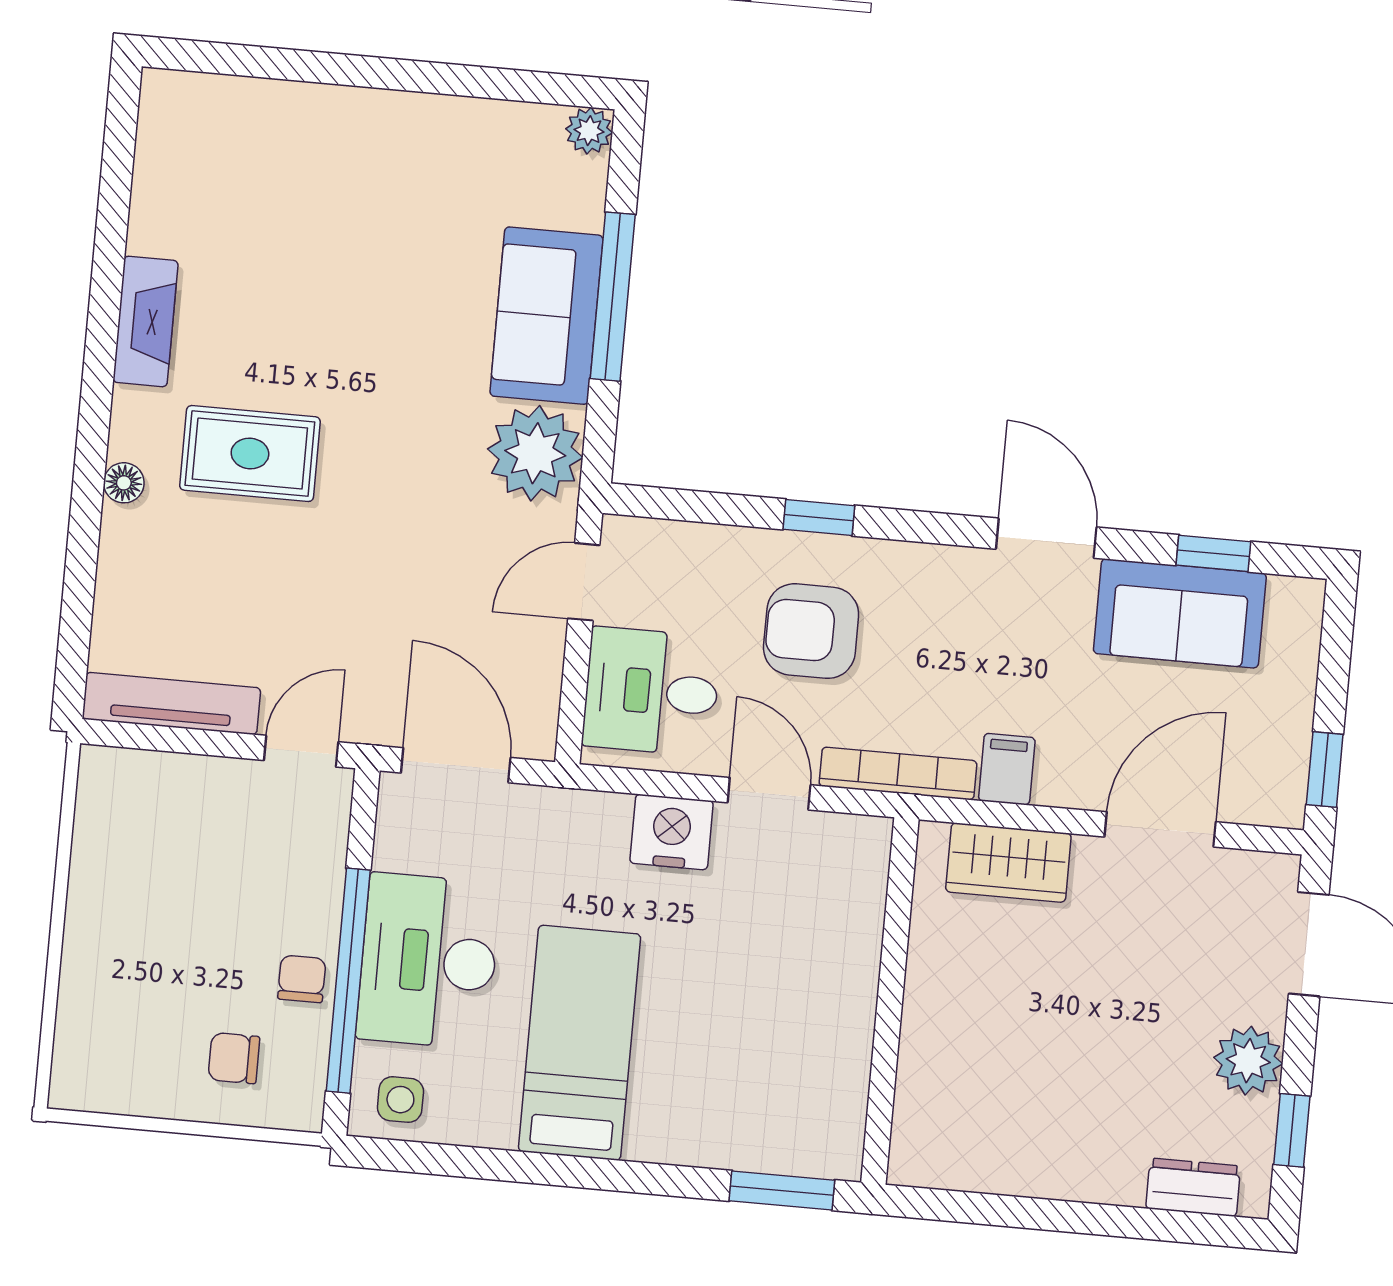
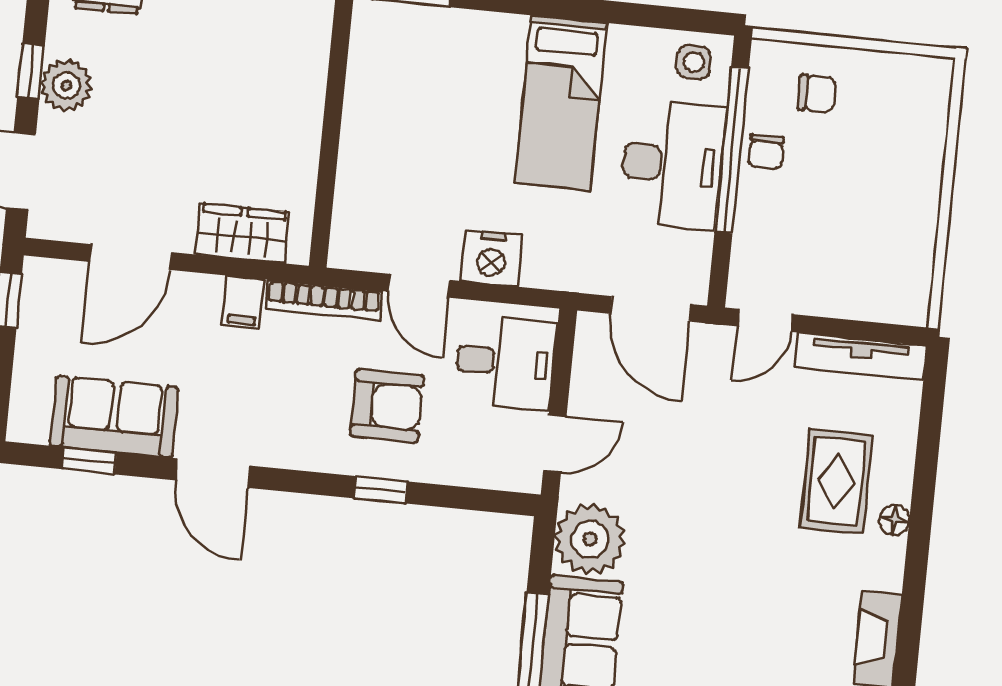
rug: (250, 454) -> (836, 481), moved, turned 90
window: (1292, 1130) -> (31, 71), moved

